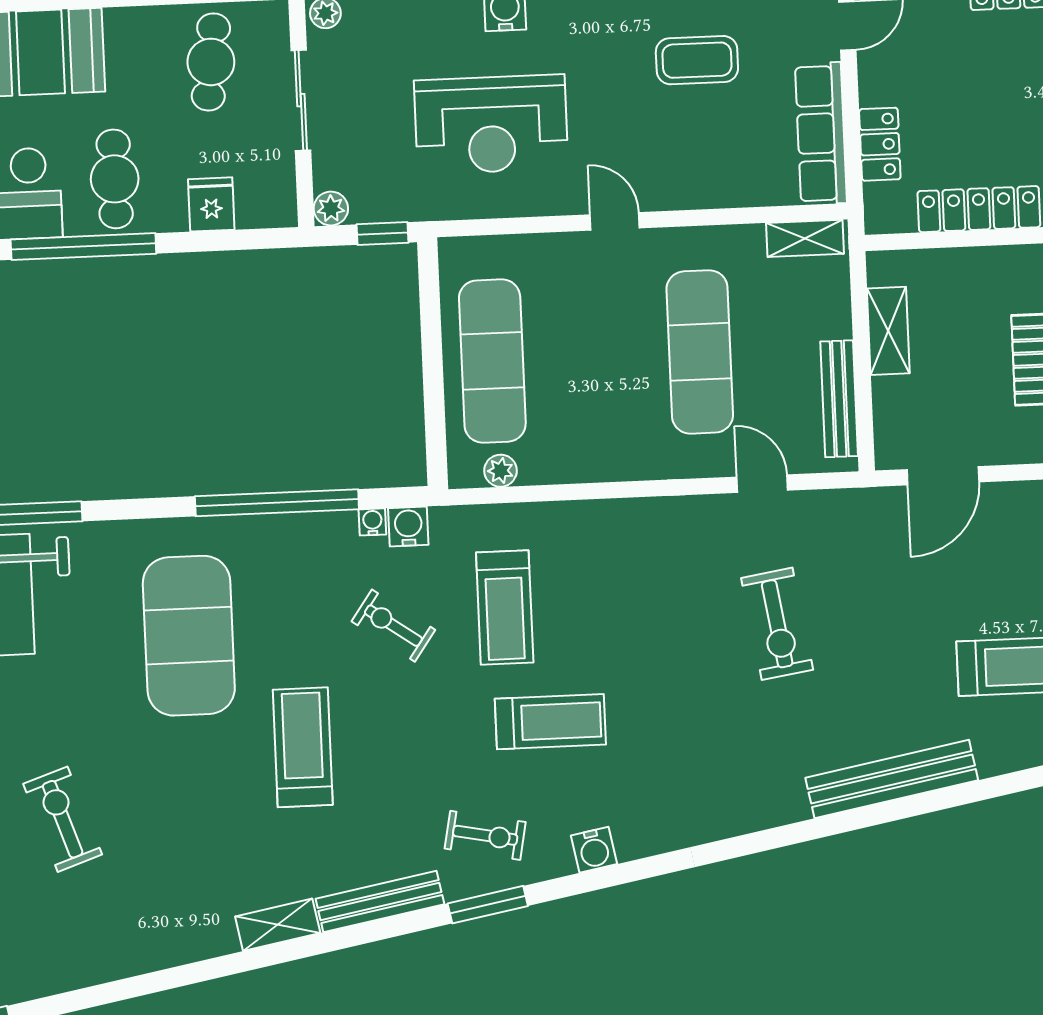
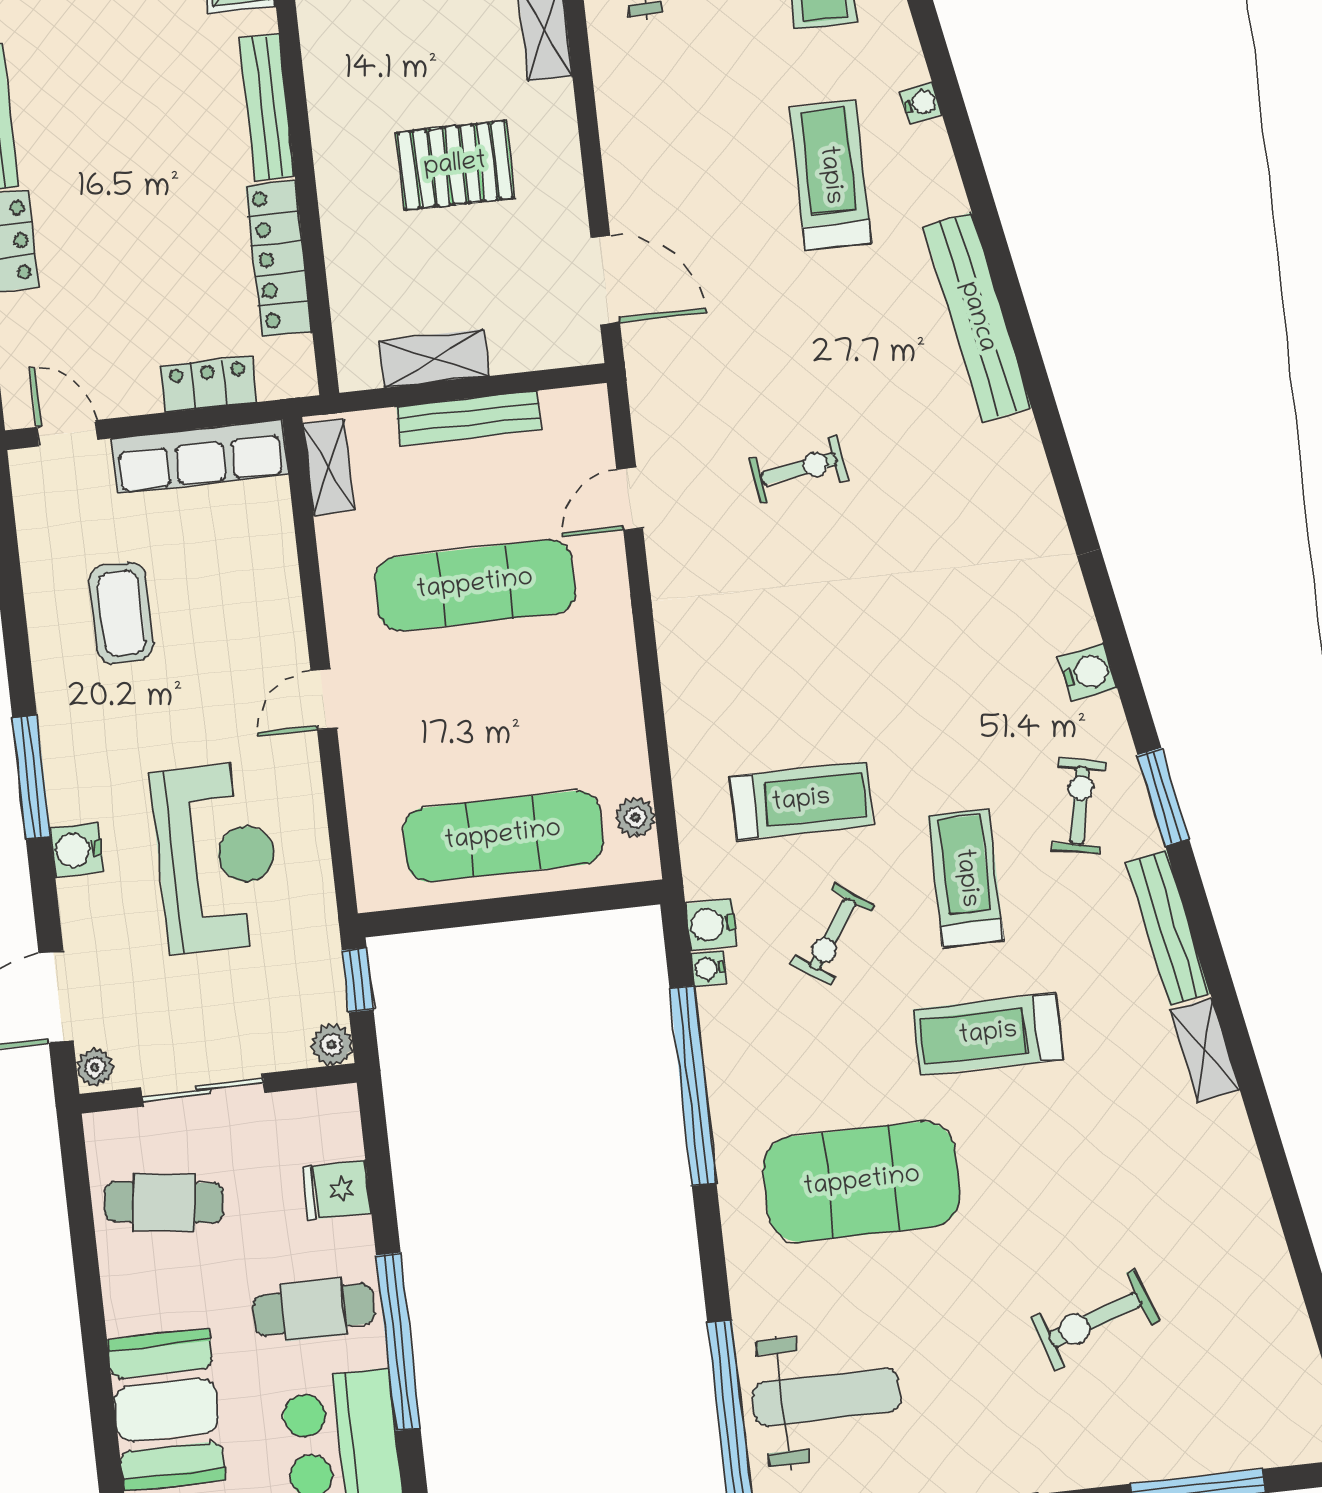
bench: (839, 399) -> (469, 418), moved
exercise bike: (777, 624) -> (799, 469), width x0.73, depth x0.72
treadmill: (550, 722) -> (966, 878), moved

